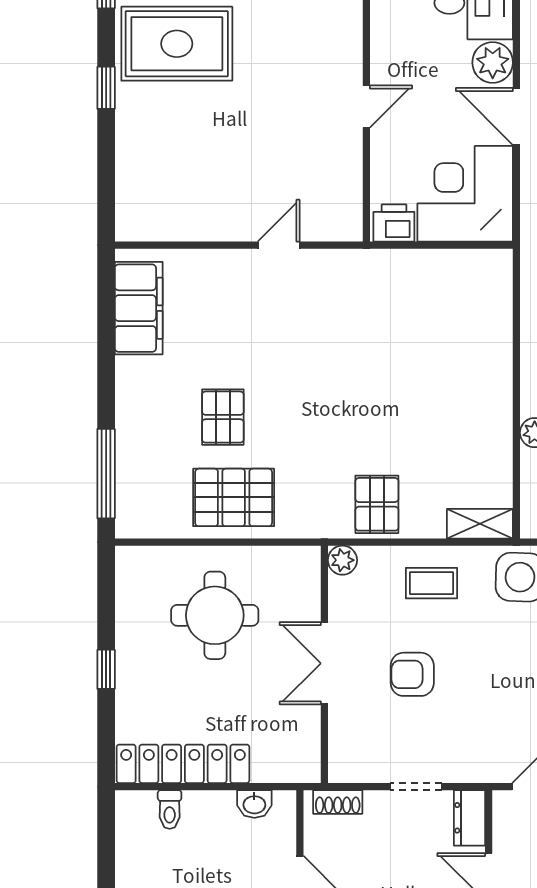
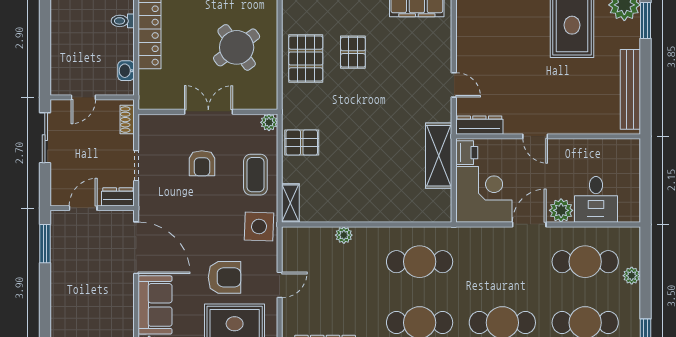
dresser: (347, 202) -> (479, 125), added
shelving: (399, 271) -> (439, 156), added
pallet: (223, 417) -> (353, 52), turned 90
coffee table: (431, 583) -> (255, 175), width x1.36, depth x1.30
round table: (215, 615) -> (237, 47), turned -36
armchair: (412, 674) -> (202, 163), turned 180

